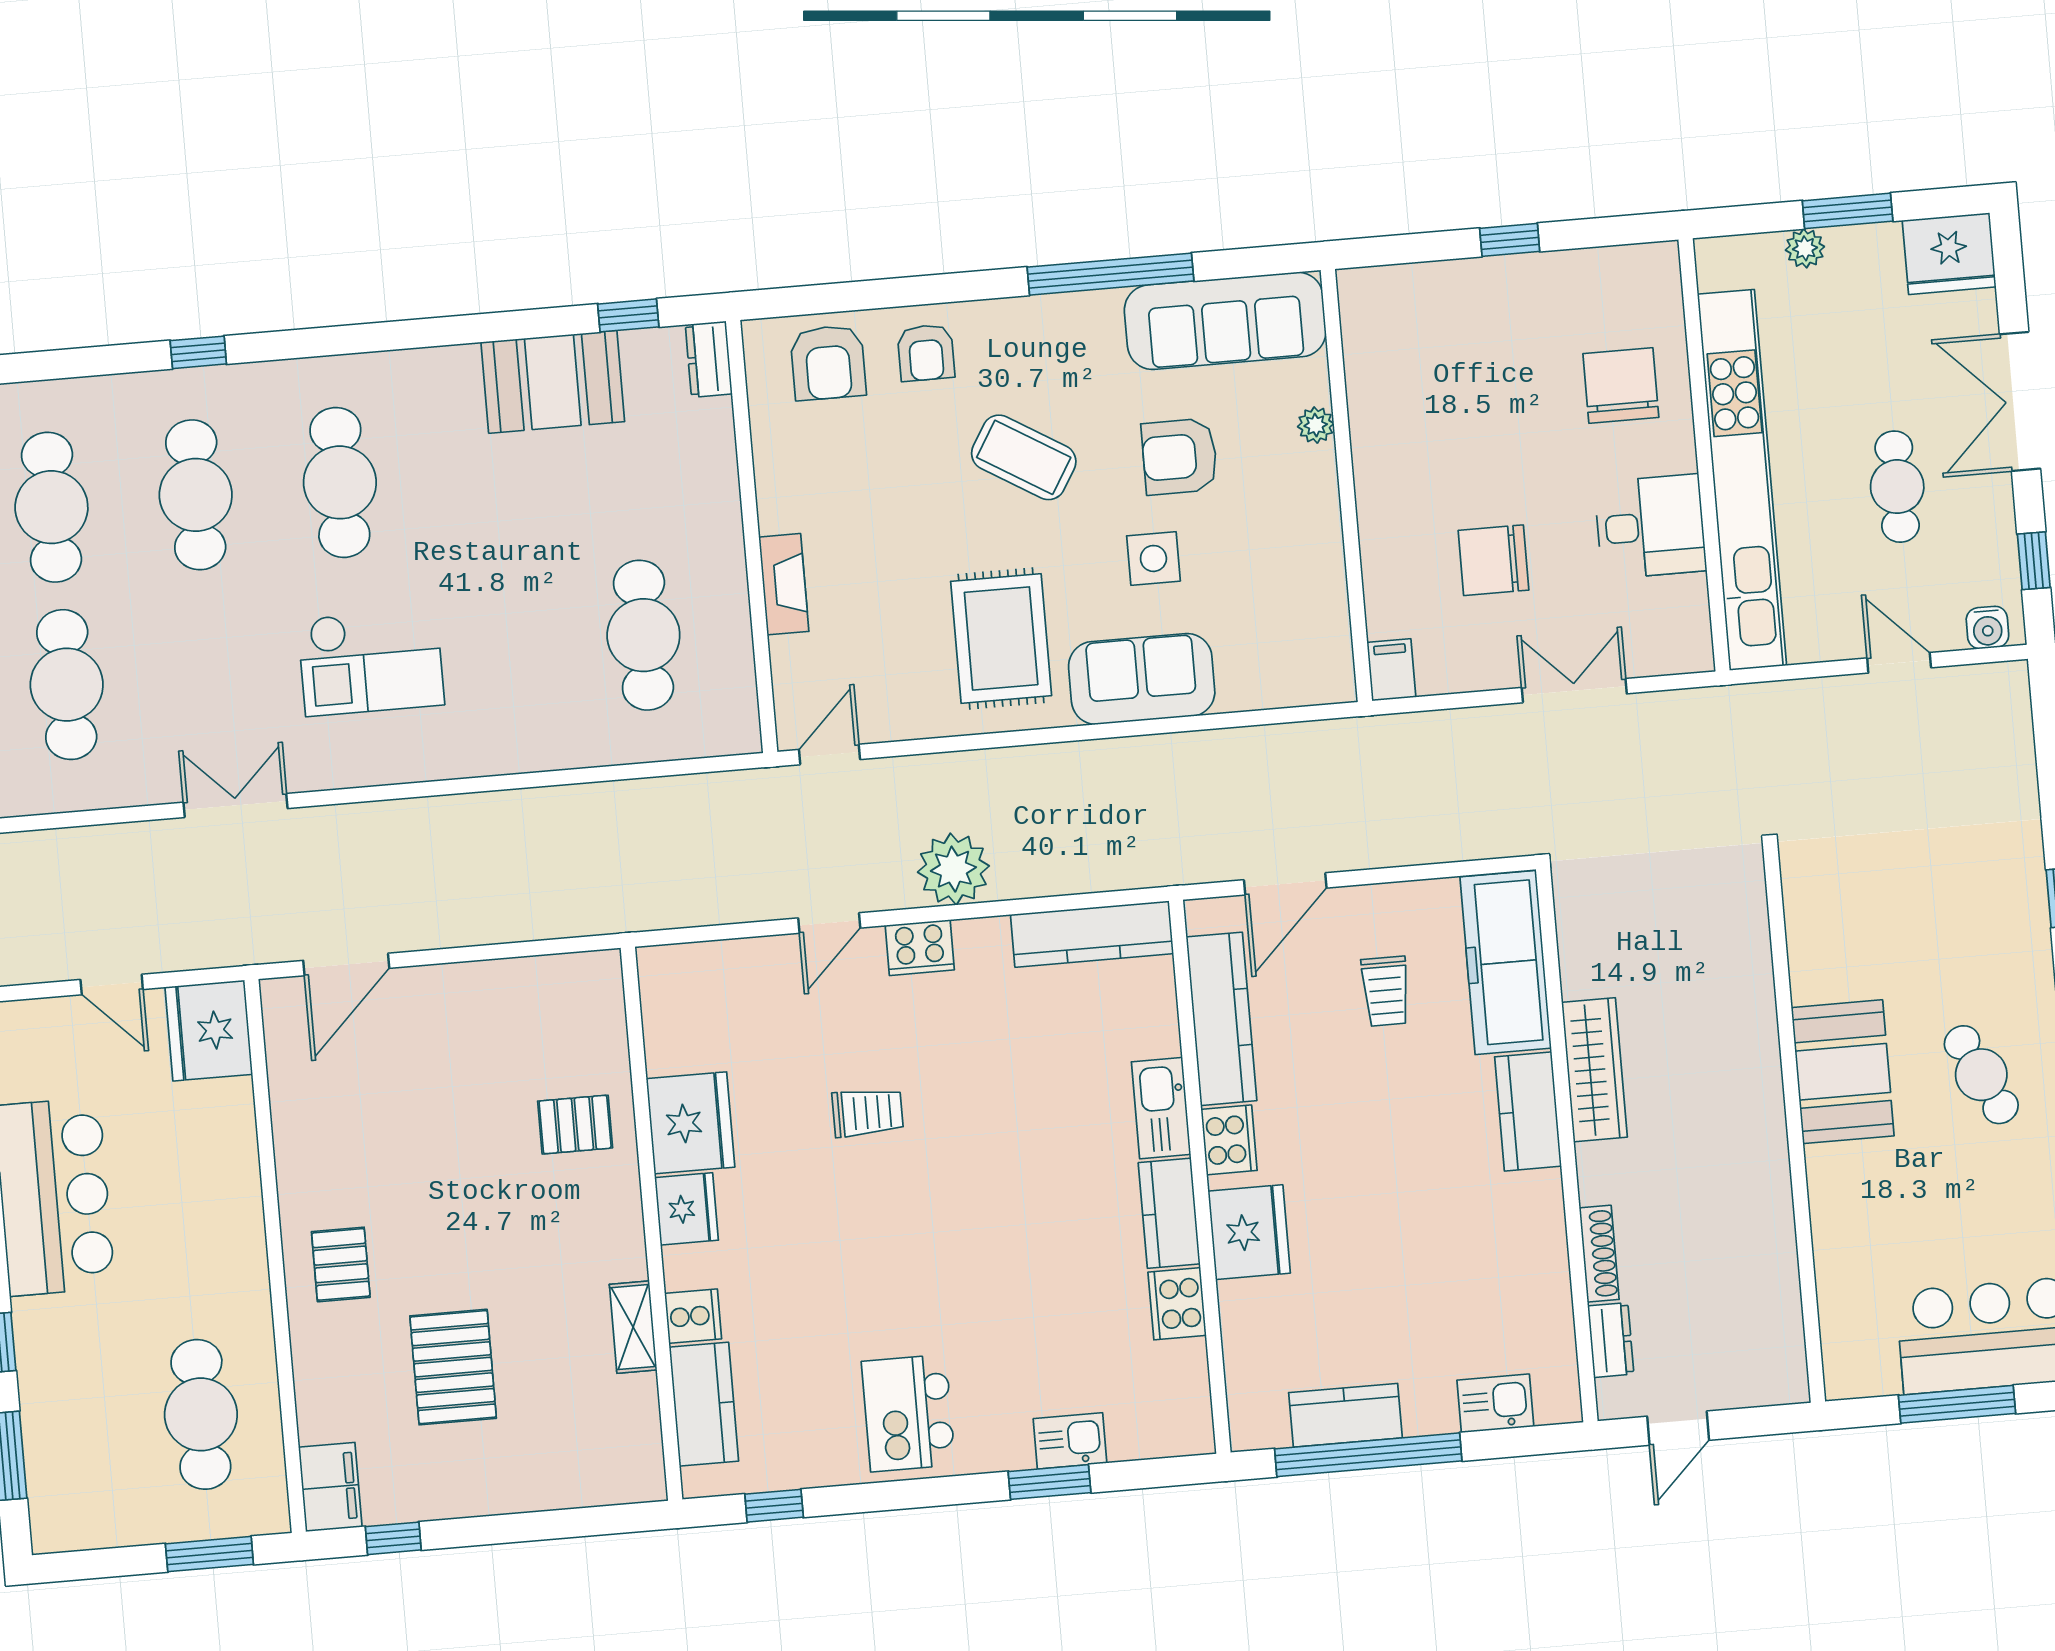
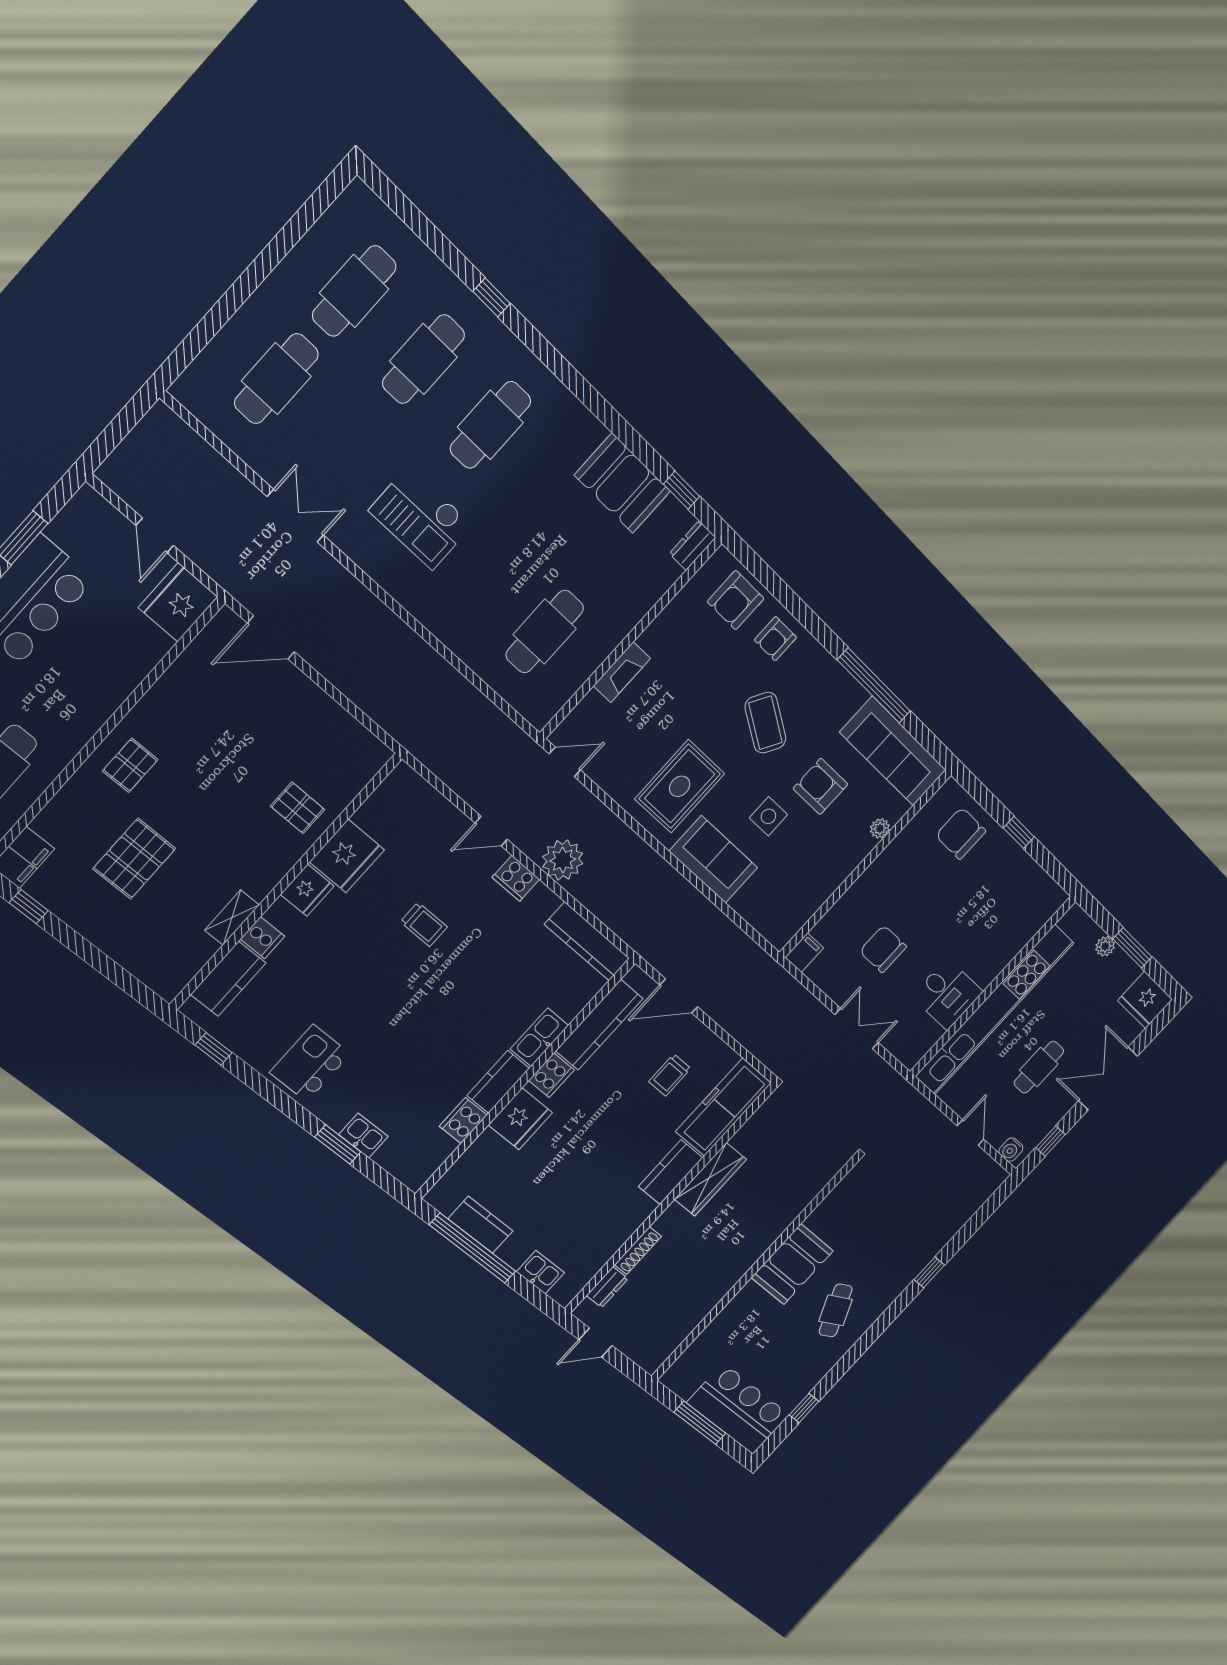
chair: (1621, 386) -> (961, 833), moved, turned -90

